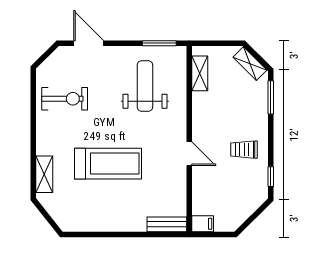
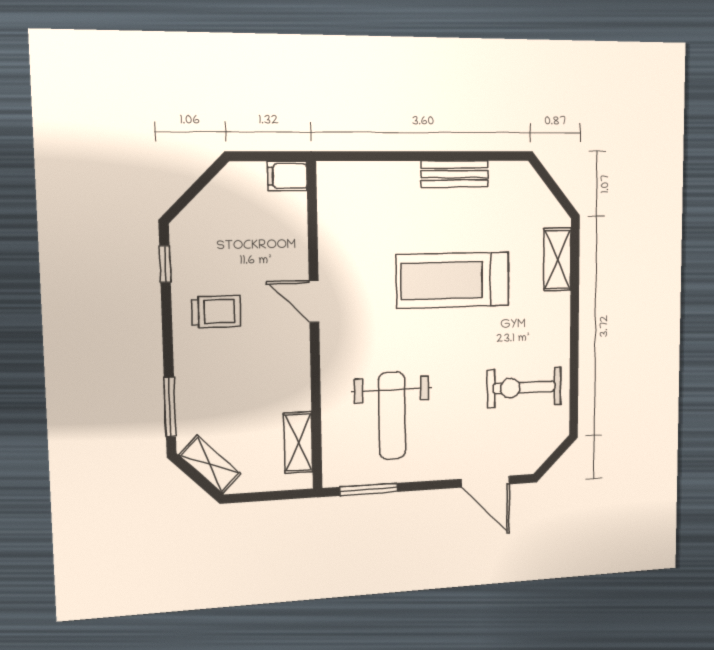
bench: (167, 224) -> (455, 174), moved

